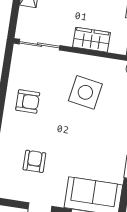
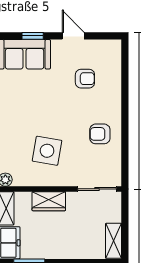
armchair: (34, 161) -> (85, 79), turned -90

